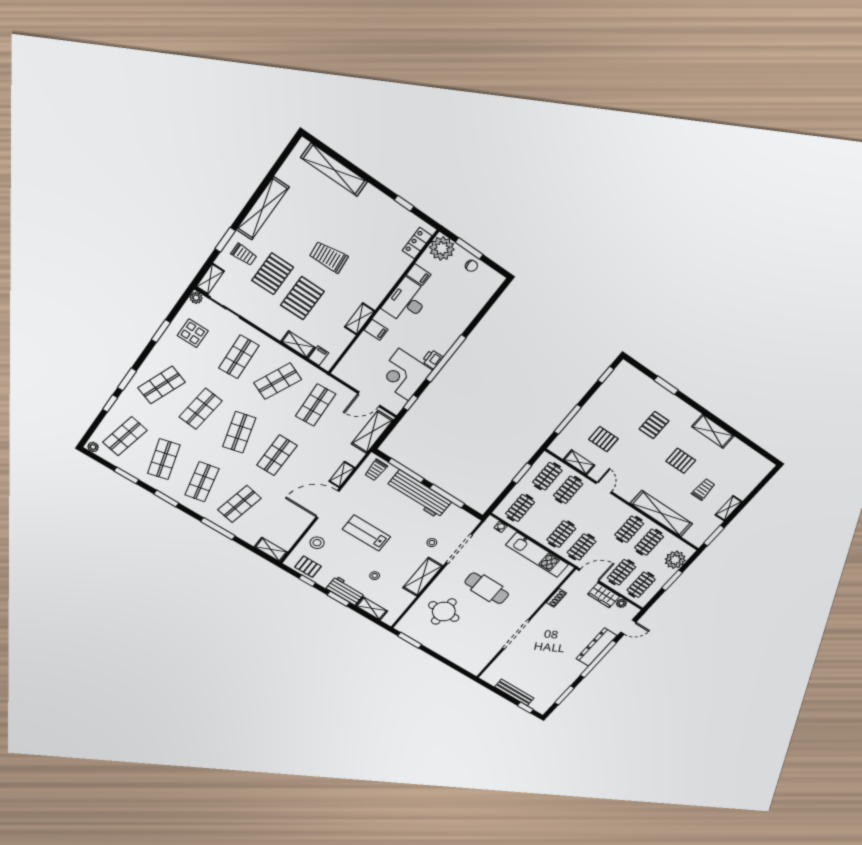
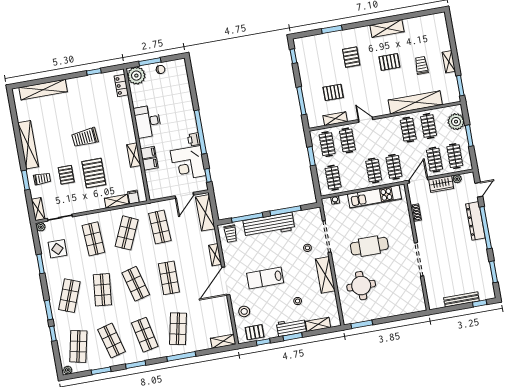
pallet: (273, 274) -> (66, 175), width x0.67, depth x0.71
filing cabinet: (419, 275) -> (150, 164), moved

